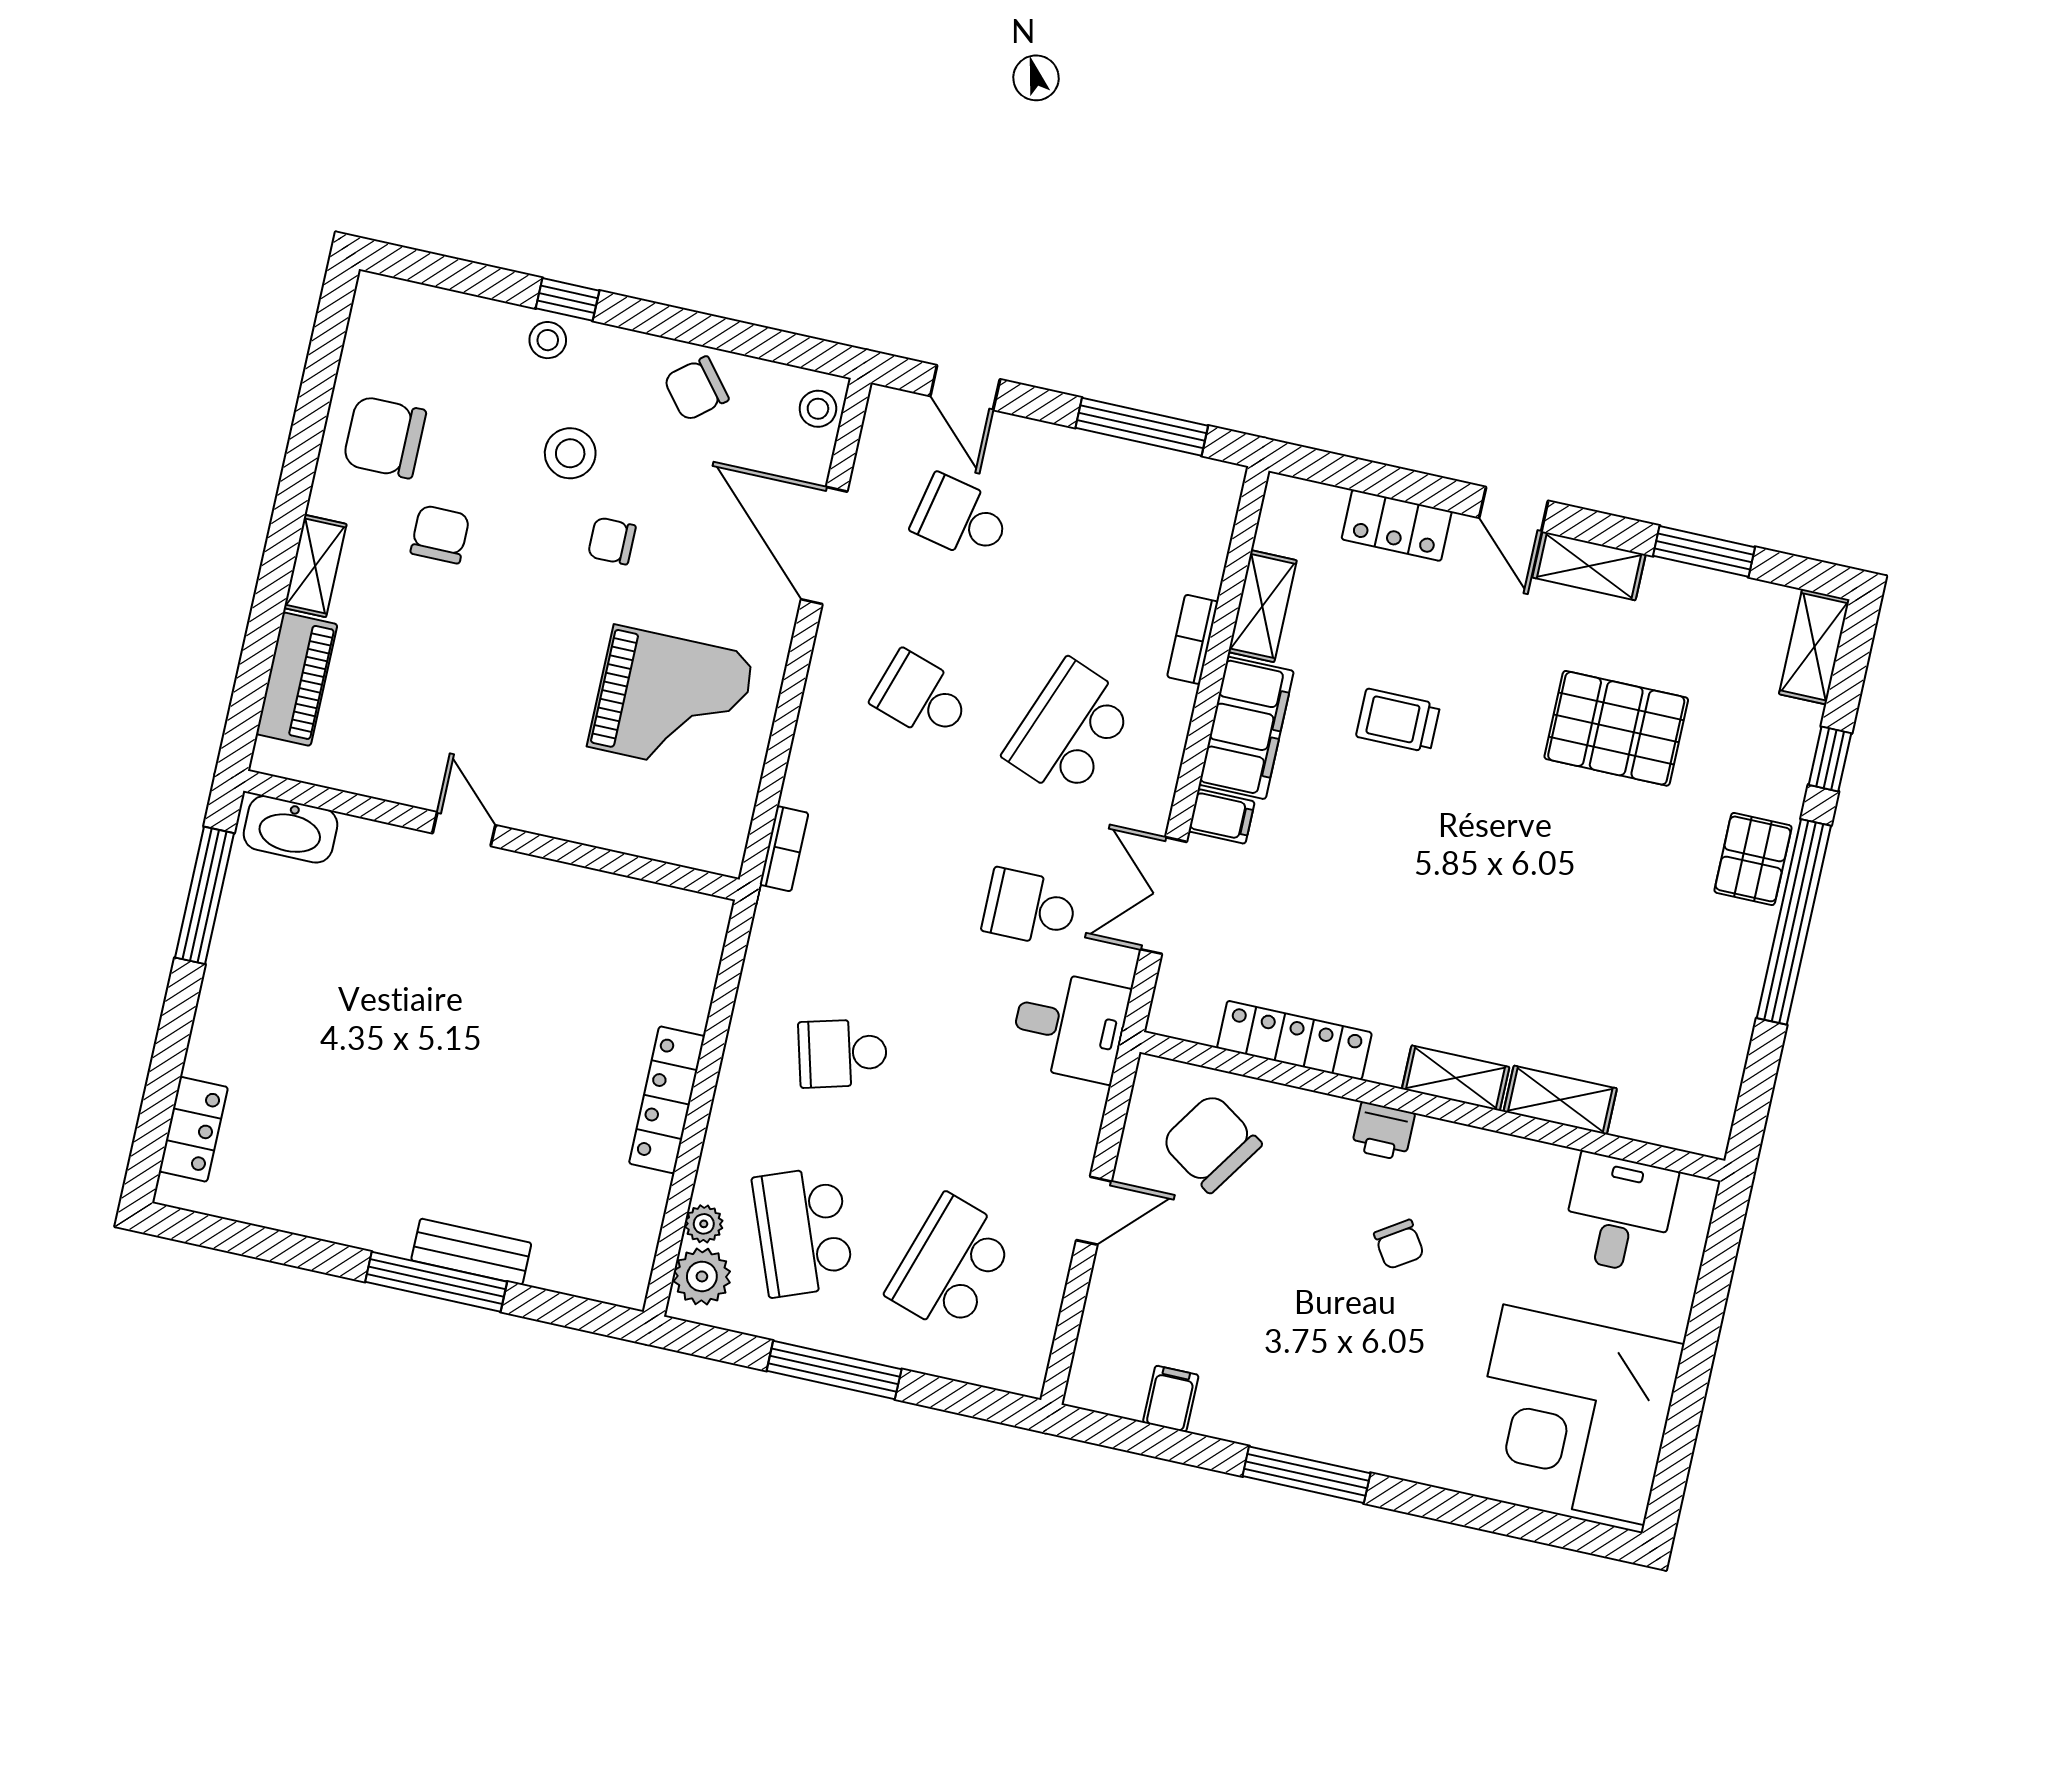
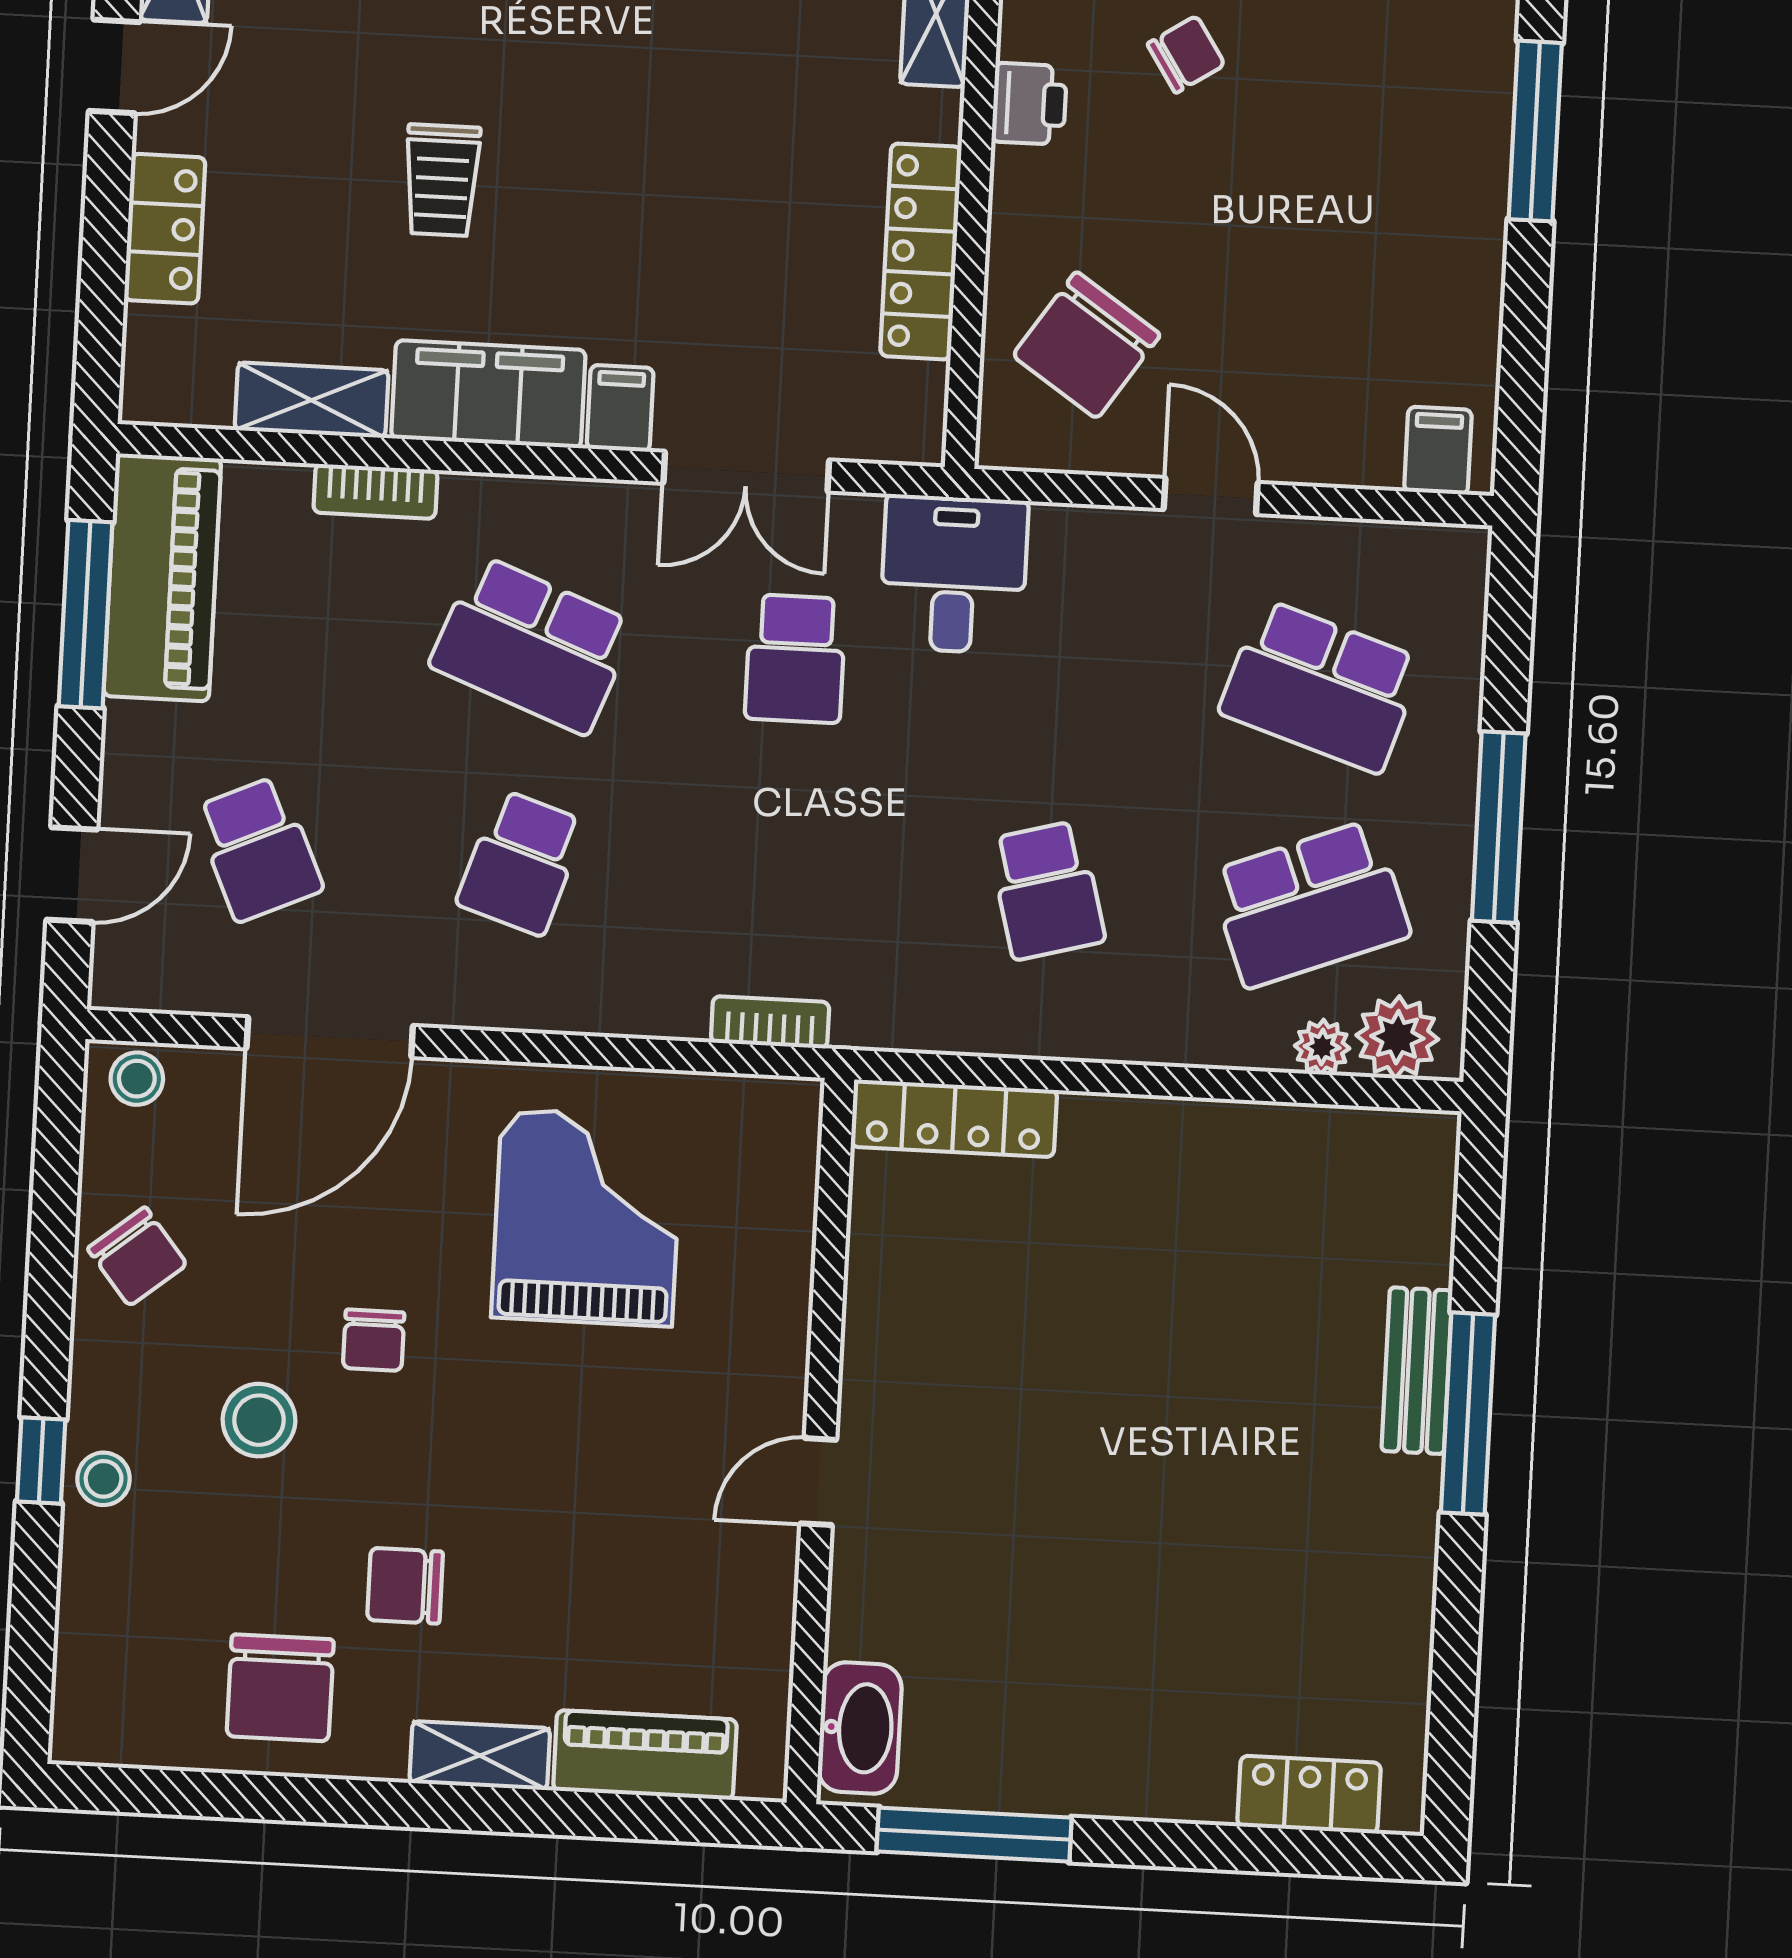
piano: (1158, 484) -> (162, 577), added
school desk: (961, 518) -> (258, 849), turned -36
locker: (667, 1100) -> (954, 1118), moved
filing cabinet: (1171, 1399) -> (1438, 451), moved, turned 90

